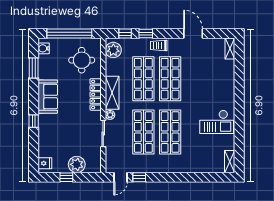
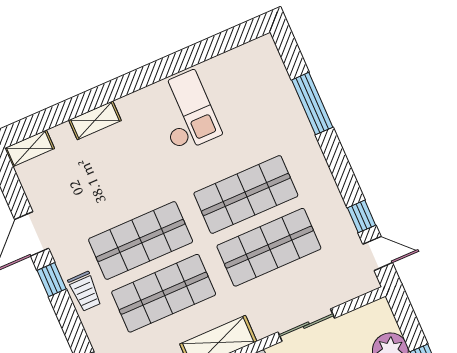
window: (146, 34) -> (52, 280), moved
plant: (110, 115) -> (264, 328), removed
shelving: (230, 162) -> (95, 120), moved
window: (196, 177) -> (312, 104), added

